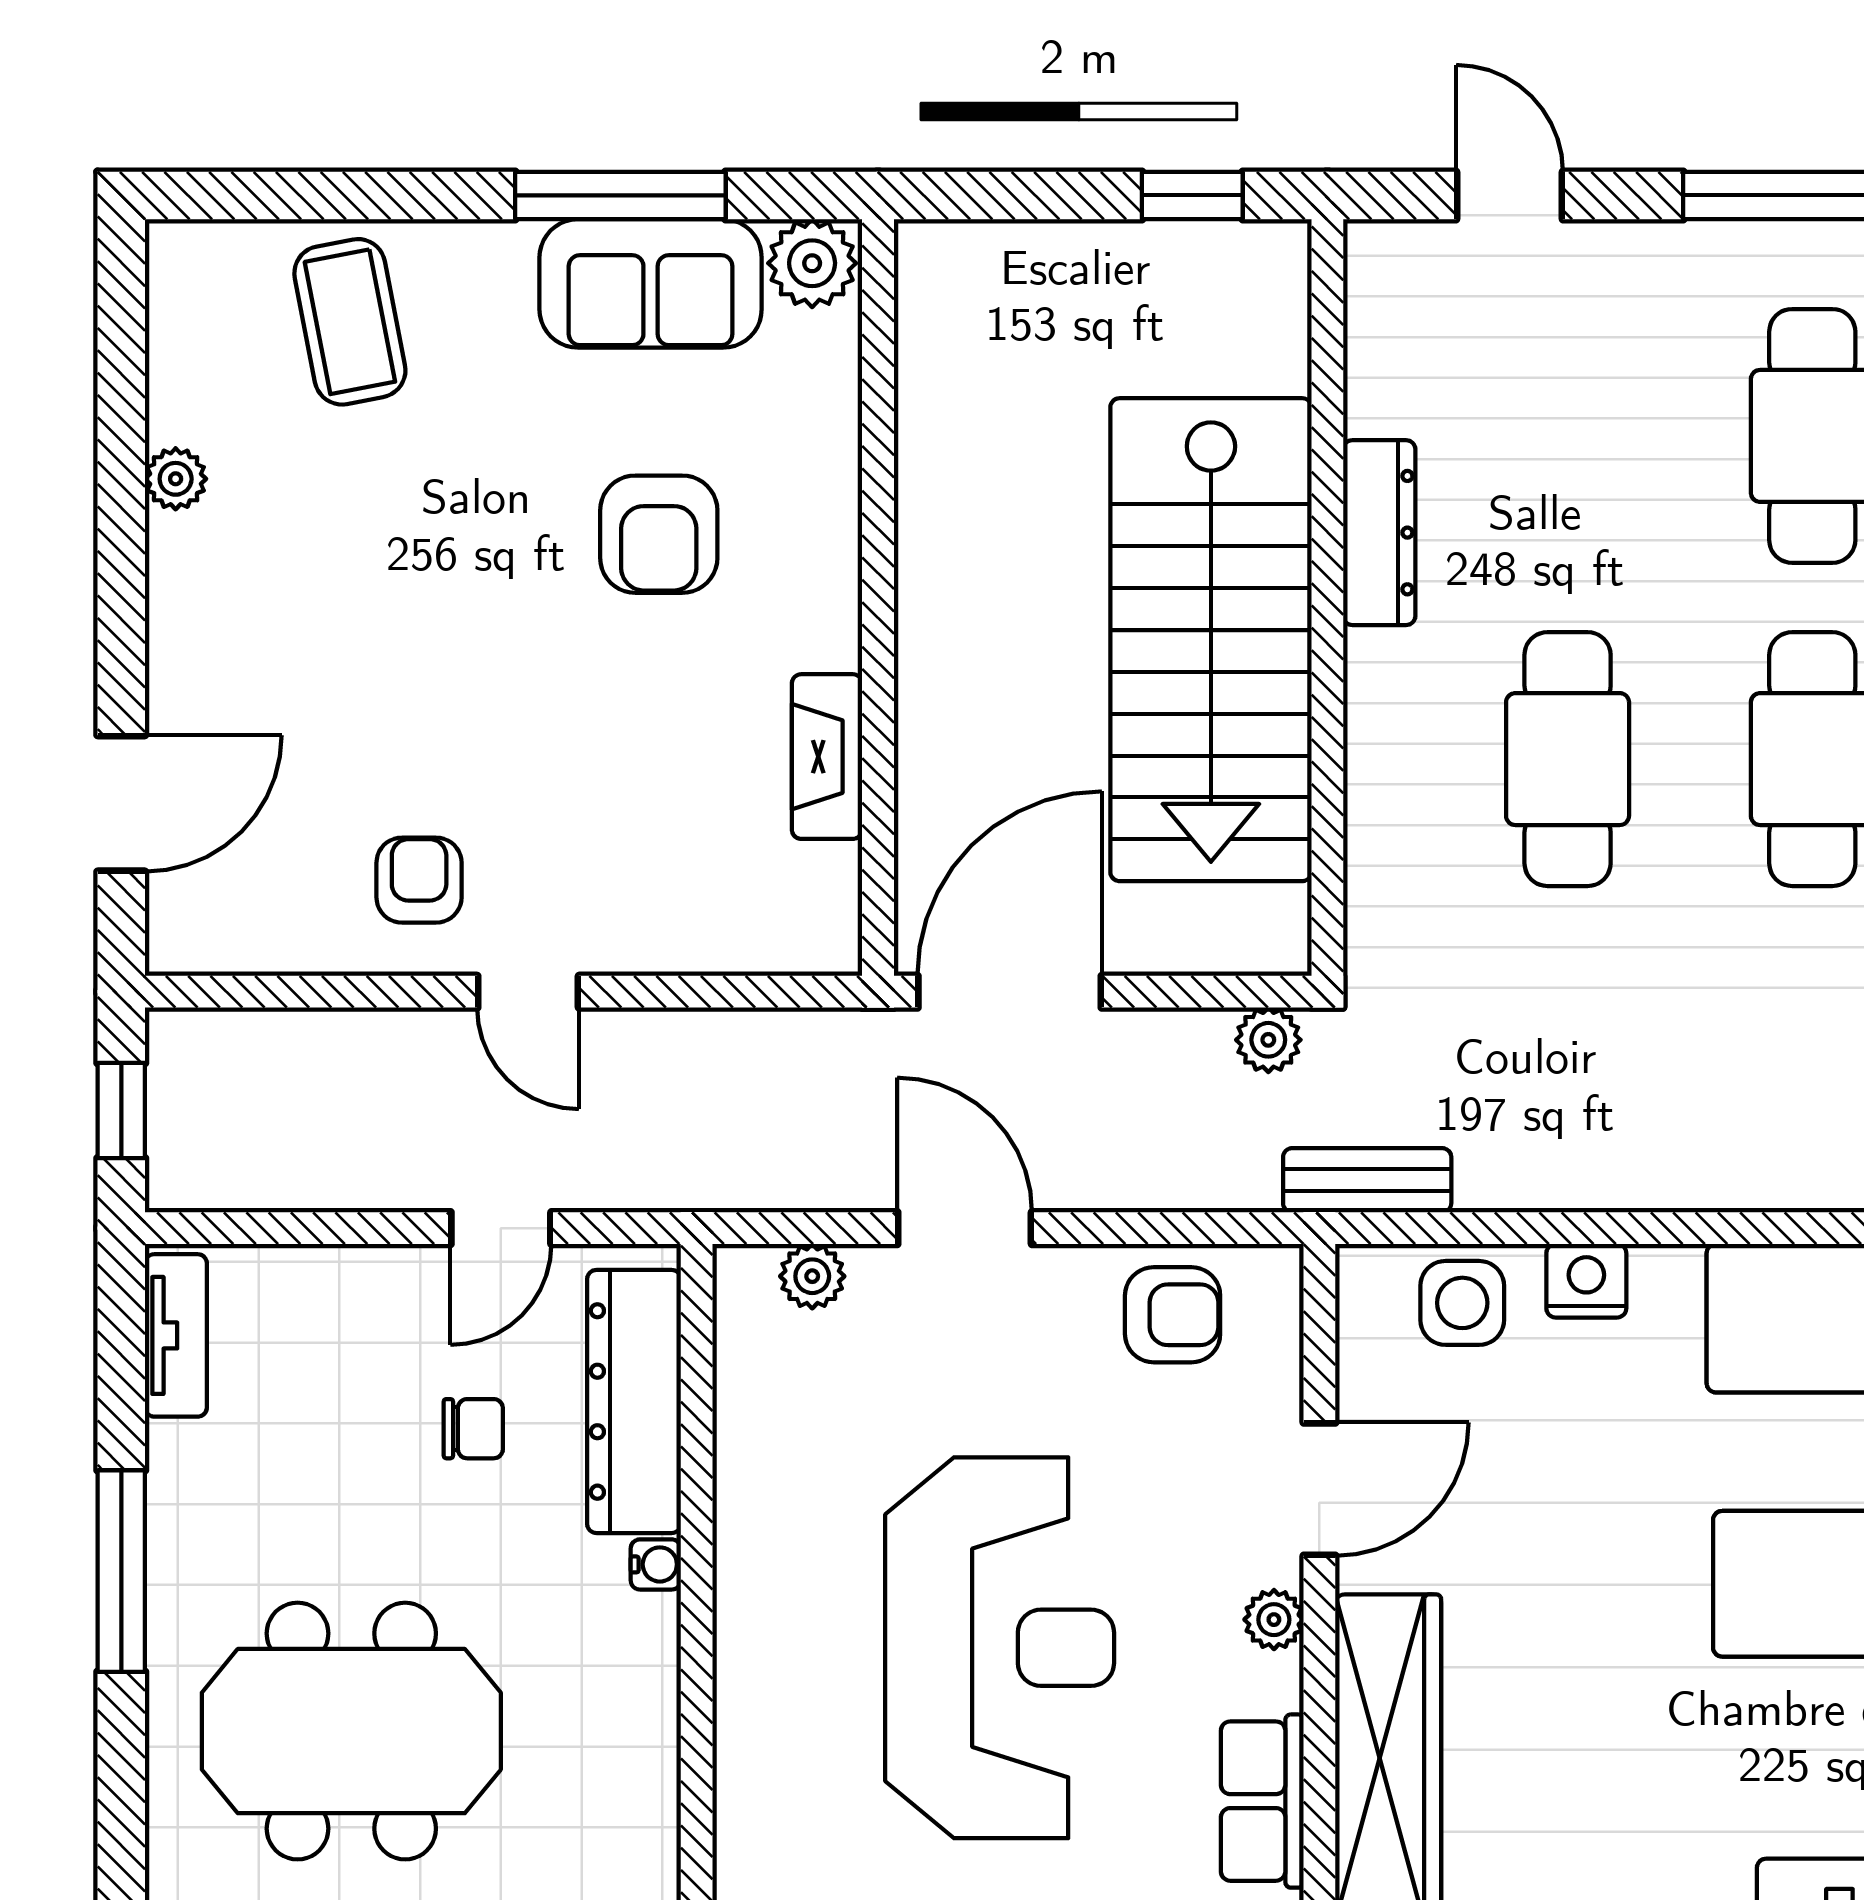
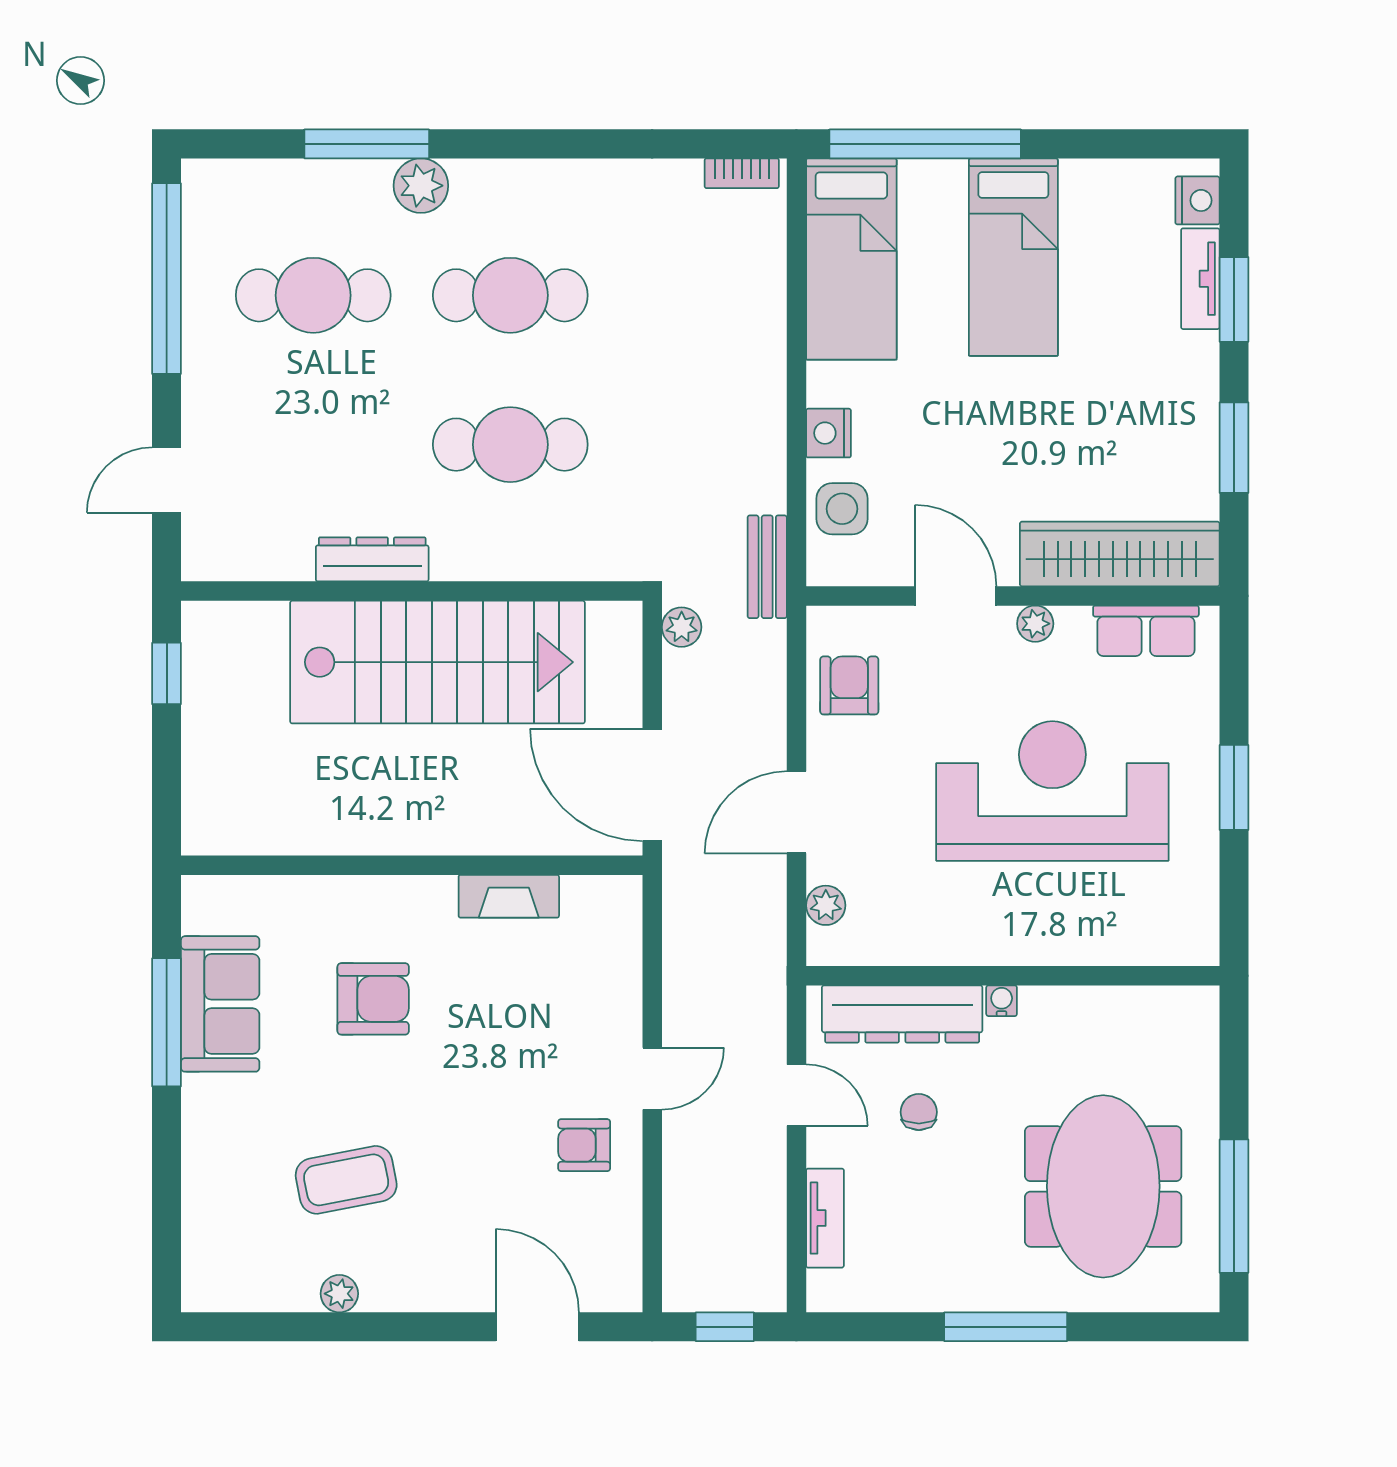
plant: (812, 263) -> (208, 905), removed
coffee table: (350, 322) -> (346, 1180), moved
tv unit: (176, 1335) -> (825, 1218), moved, turned 90

